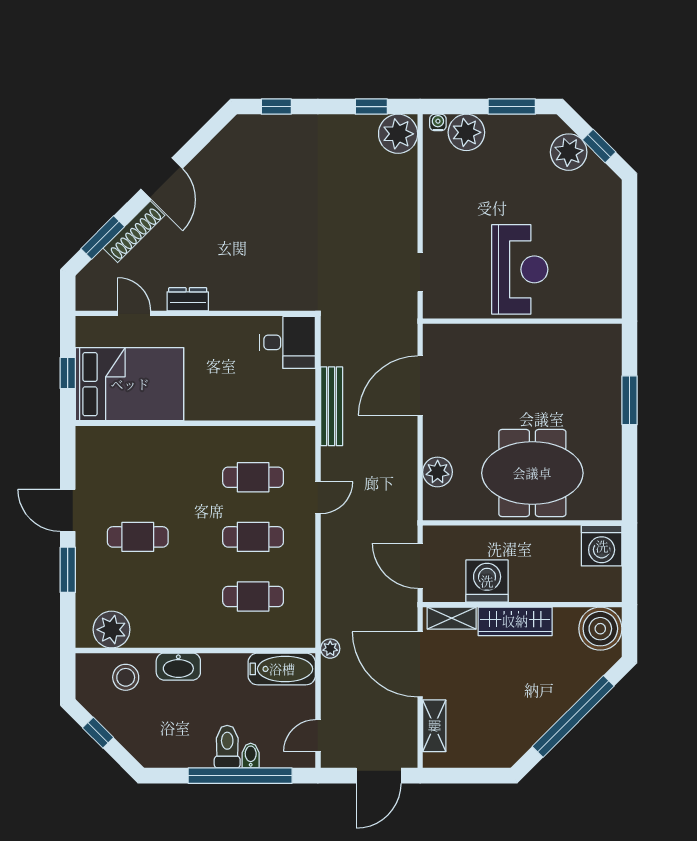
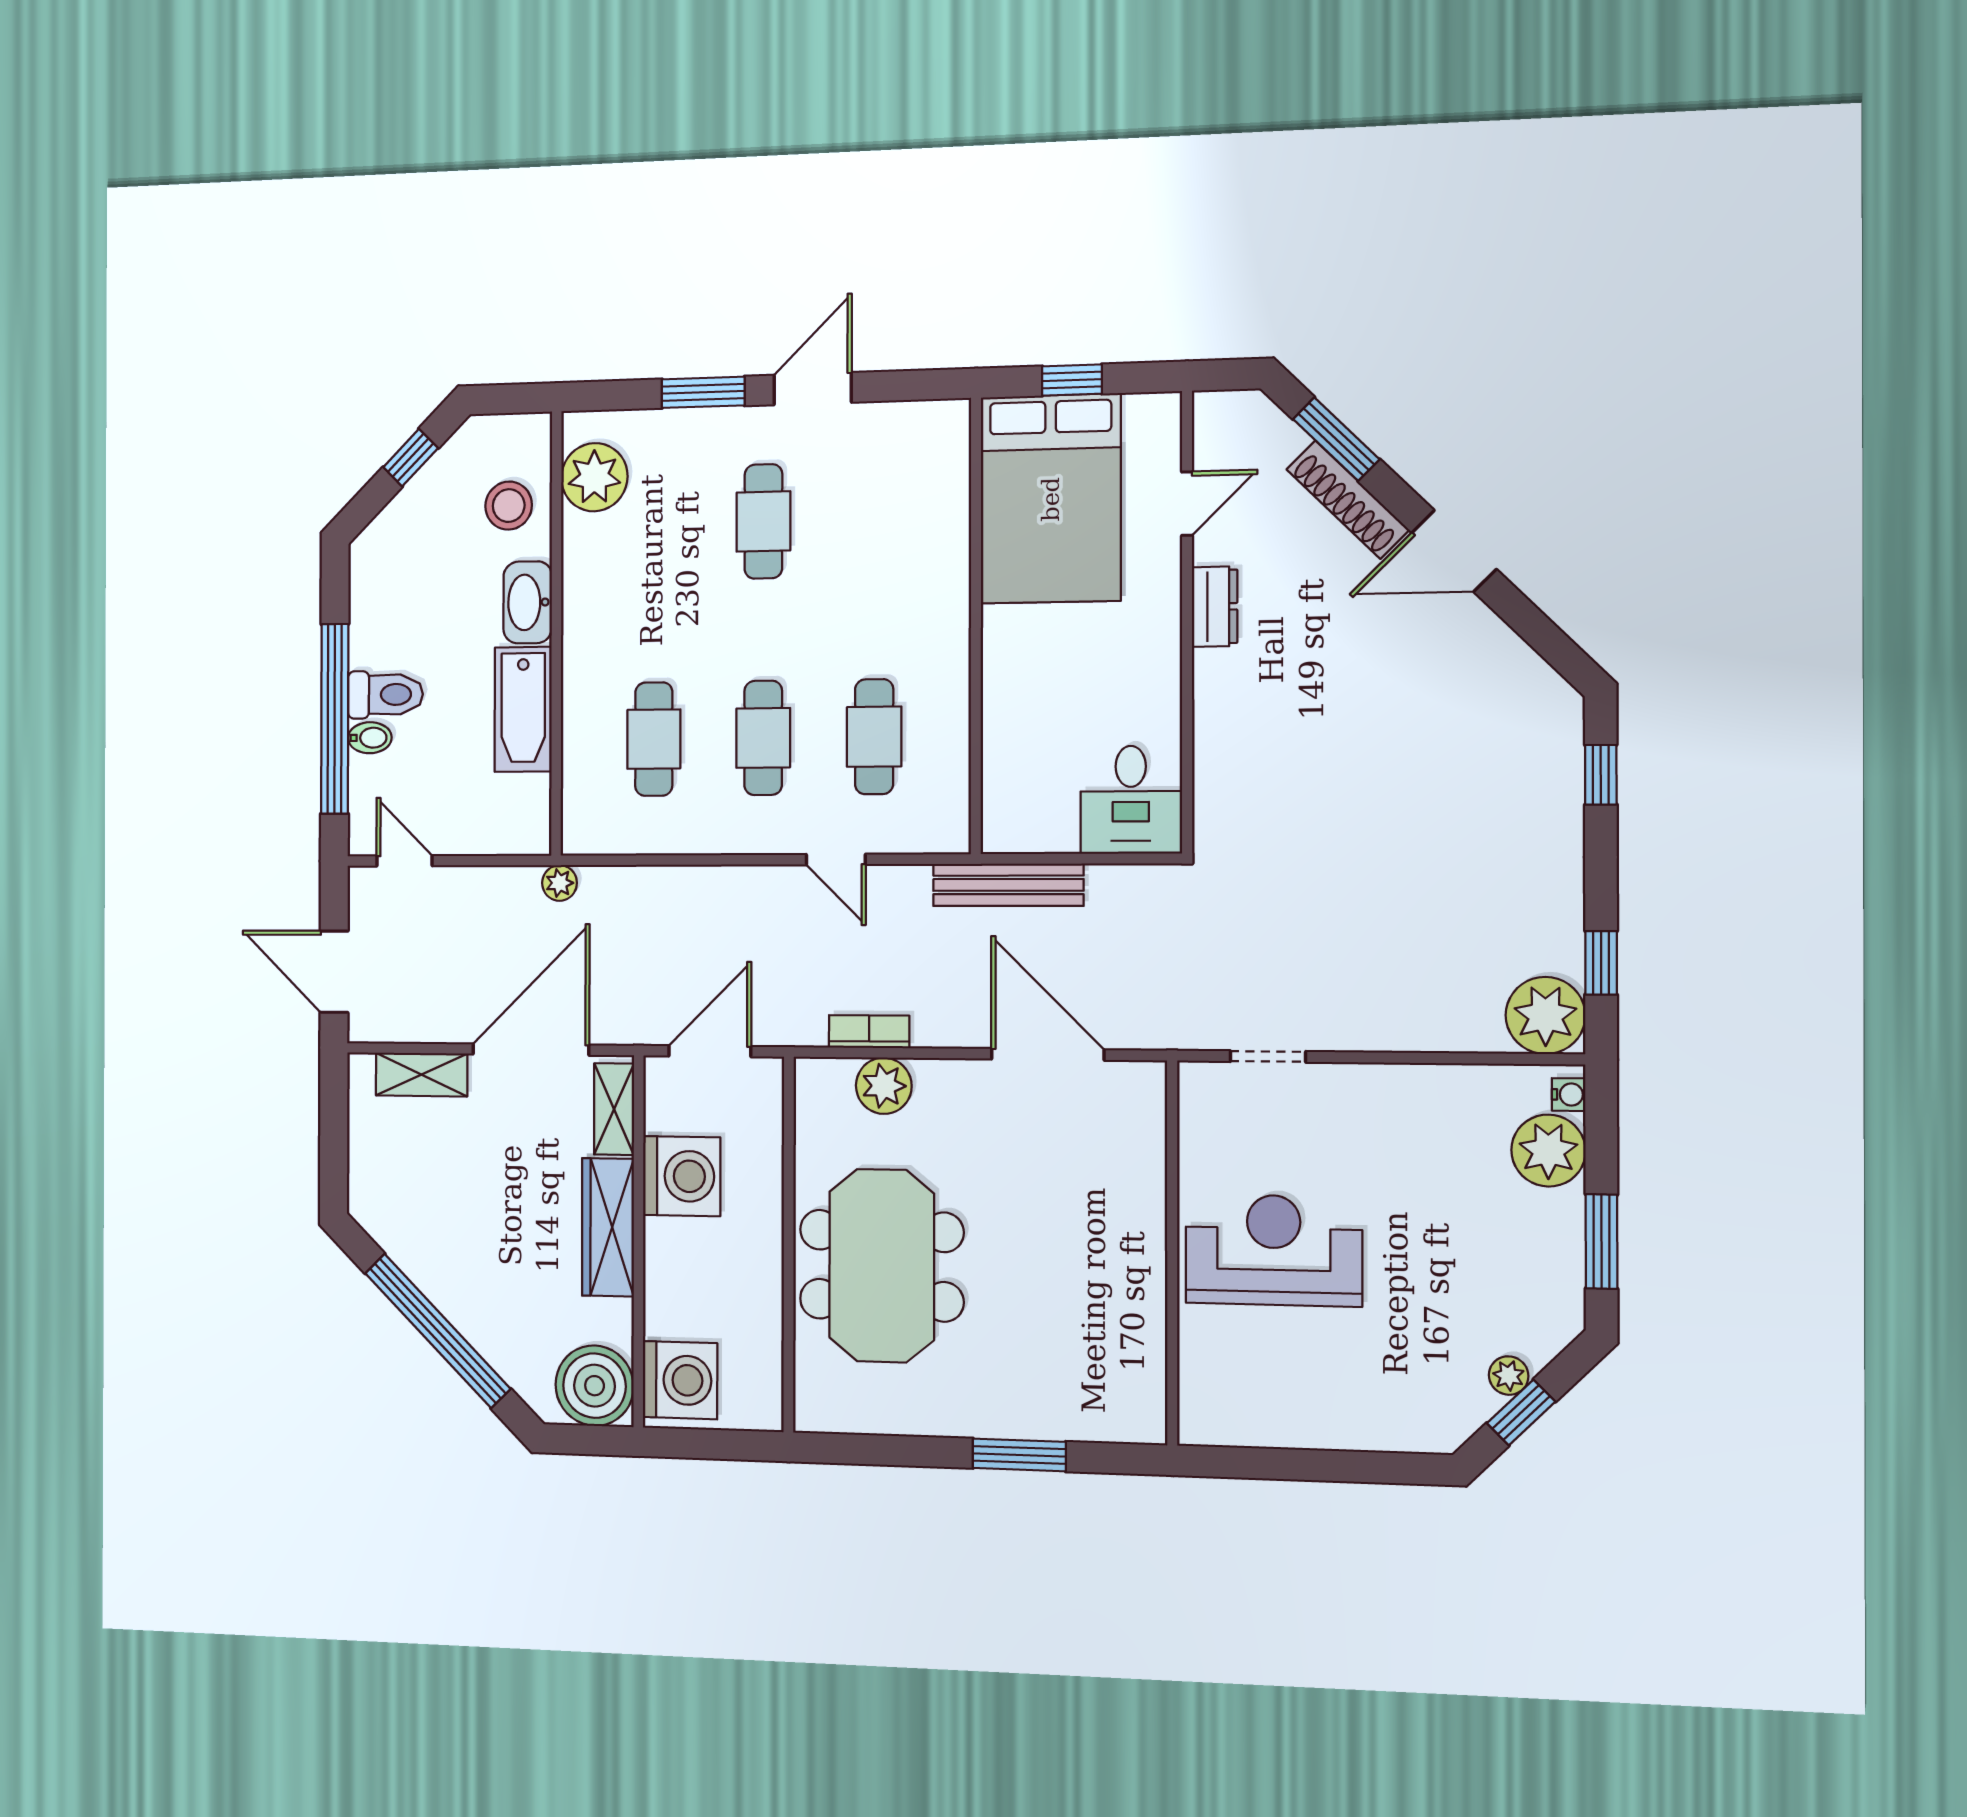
plant: (569, 152) -> (1509, 1376), width x0.53, depth x0.53
reception desk: (520, 269) -> (1274, 1250), turned 180
bookcase: (409, 480) -> (869, 1032), added
washing machine: (602, 546) -> (680, 1380), moved, turned 180
bathtub: (282, 669) -> (523, 709), moved

